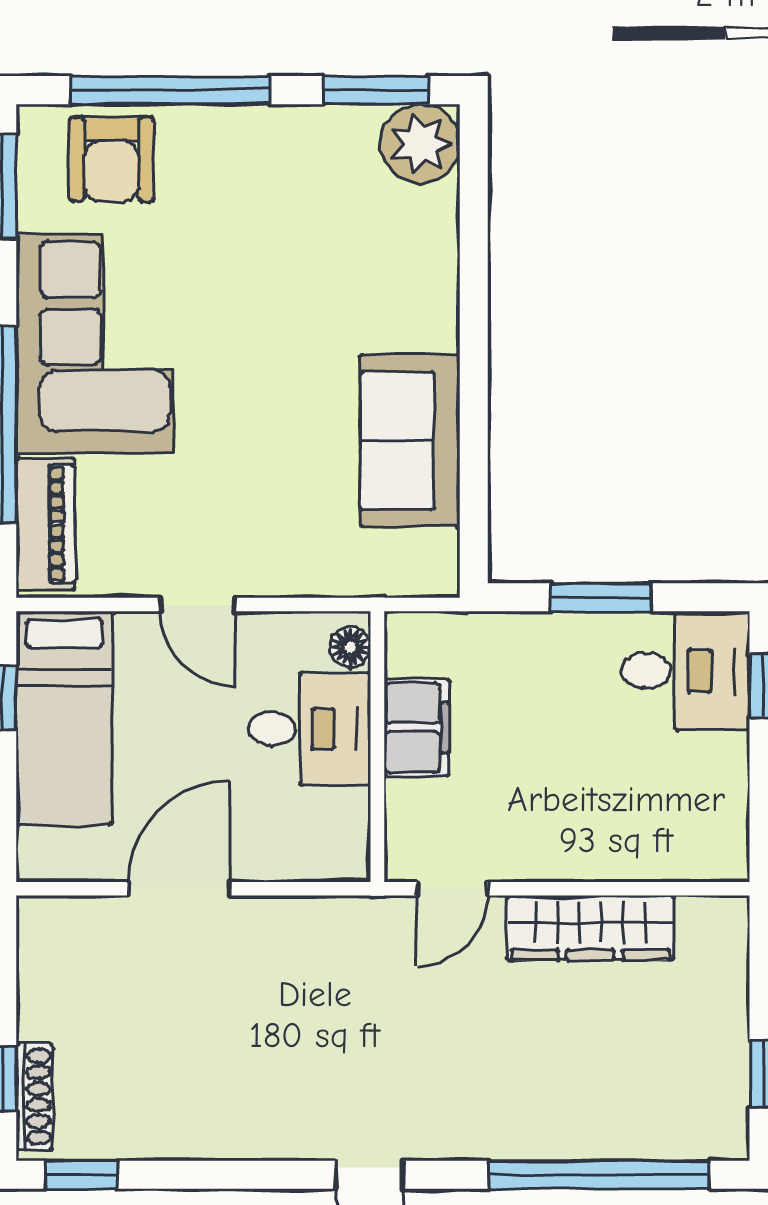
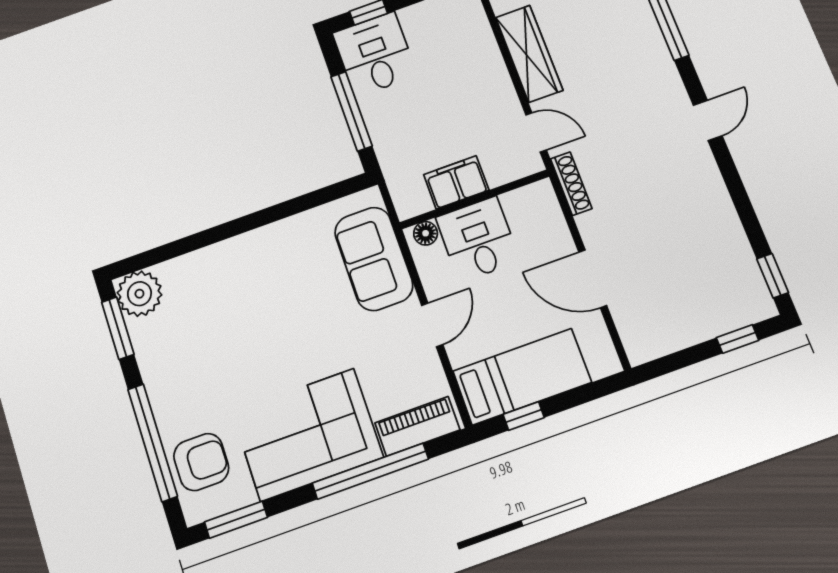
sofa: (410, 441) -> (374, 259), moved, turned 90
window: (601, 597) -> (351, 111), width x1.44
shoe rack: (34, 1097) -> (571, 184), moved, turned 90

